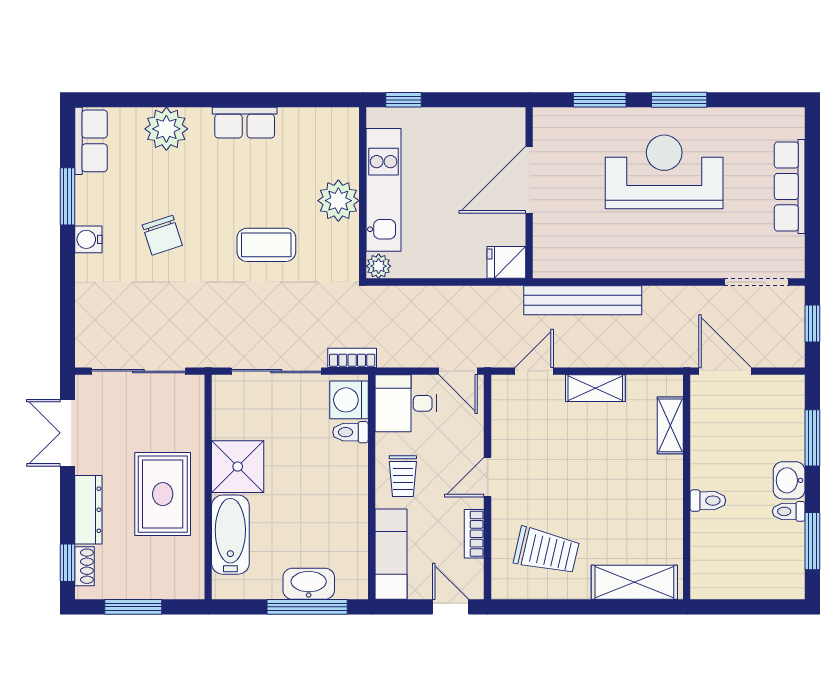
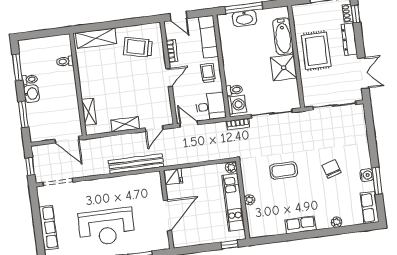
plant: (166, 129) -> (337, 222), width x0.53, depth x0.53
plant: (338, 201) -> (249, 200), width x0.53, depth x0.53
water cooler: (88, 239) -> (367, 175), moved
toilet: (708, 501) -> (65, 61), moved

